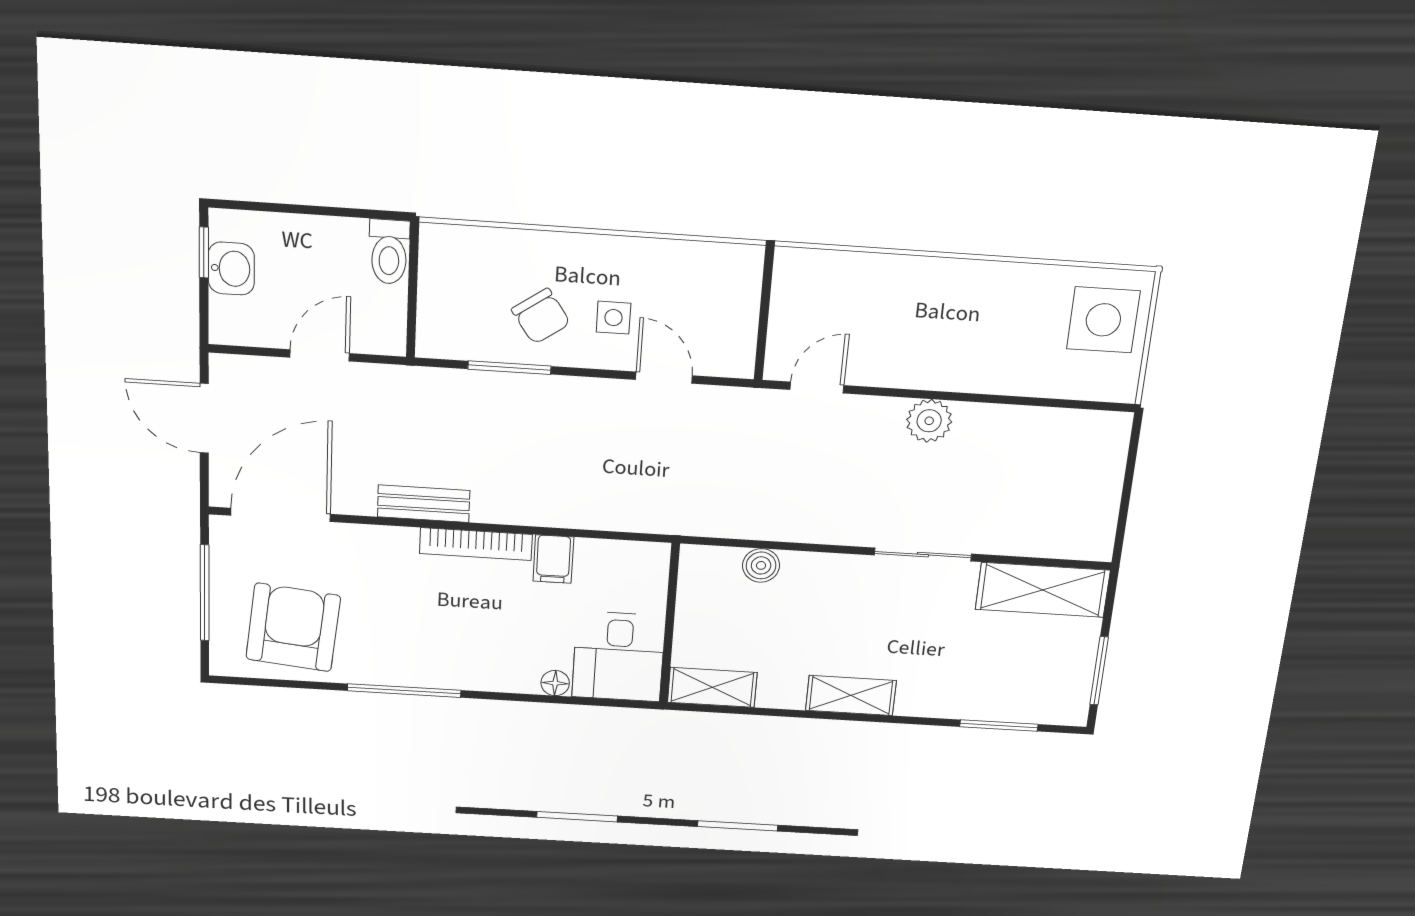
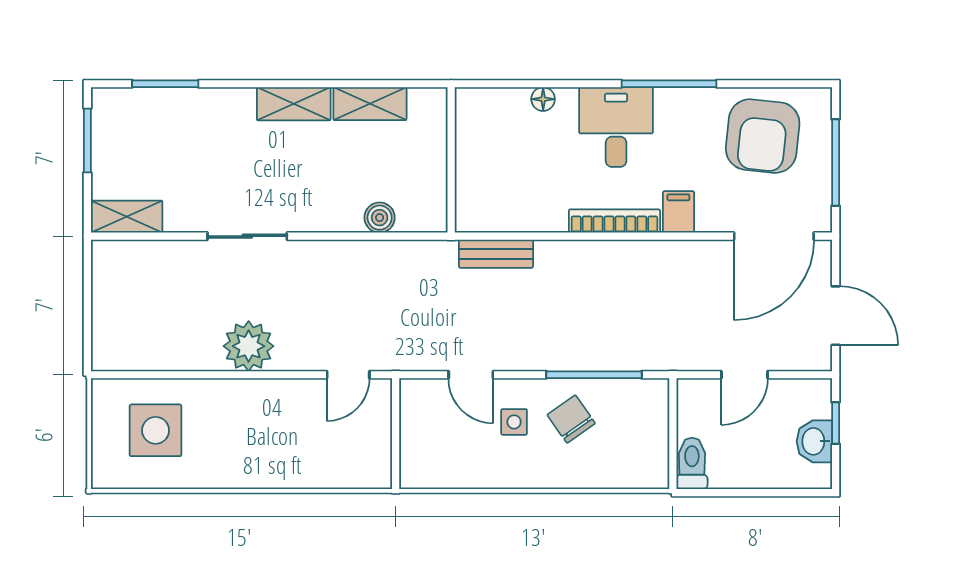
window: (204, 252) -> (836, 423), moved
side table: (1103, 320) -> (156, 430), moved
window: (509, 368) -> (594, 375), width x1.44
plant: (929, 421) -> (249, 346), width x1.36, depth x1.36
bench: (424, 504) -> (496, 254), moved
filing cabinet: (553, 559) -> (678, 212), moved
shelving: (1043, 590) -> (127, 217), width x0.67, depth x0.75
desk: (619, 657) -> (616, 127), moved
shelving: (712, 687) -> (370, 104), moved

